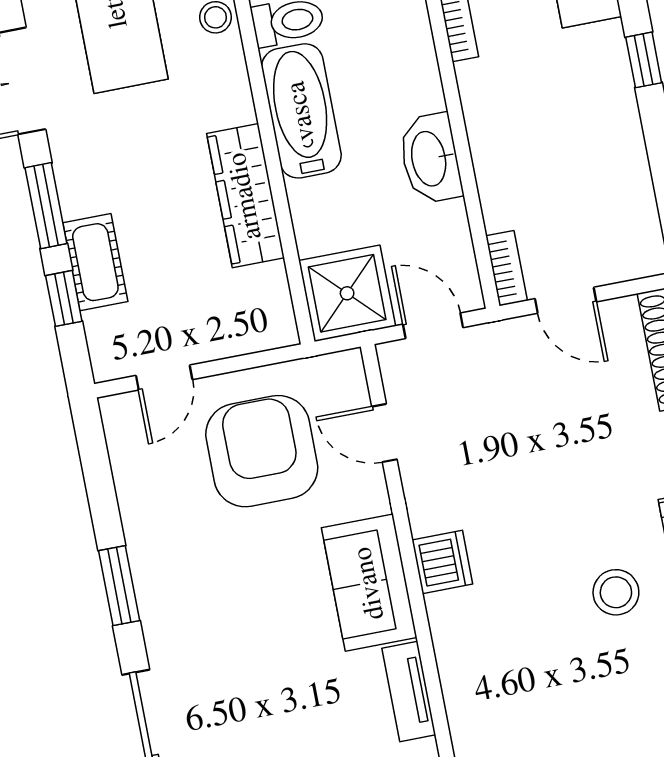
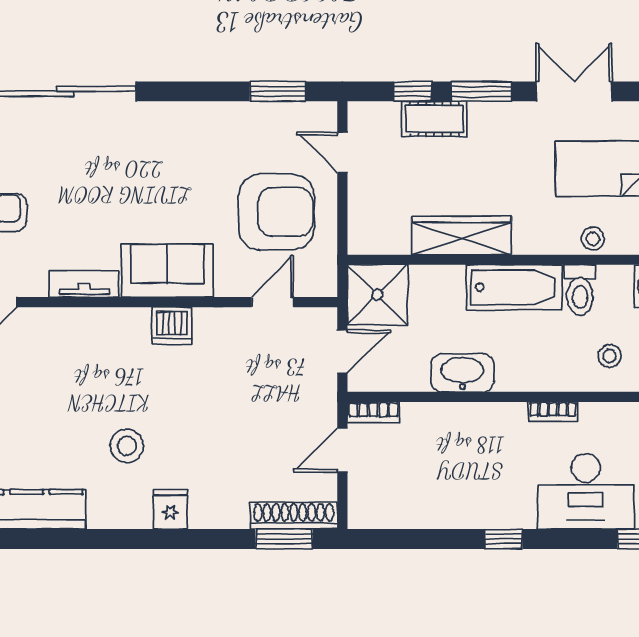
window: (119, 586) -> (278, 91), moved

